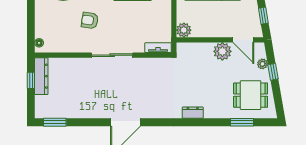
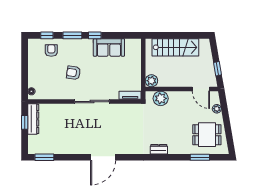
plant: (222, 51) -> (161, 98), moved
window: (273, 72) -> (226, 115), removed

